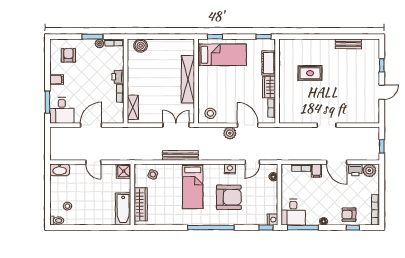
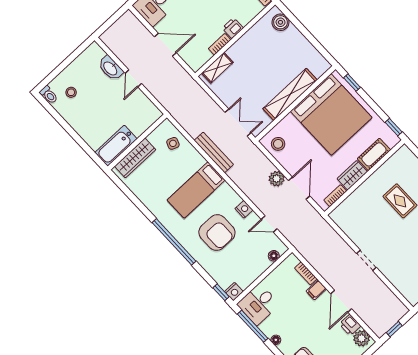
bed: (222, 55) -> (331, 114), width x2.04
washbasin: (60, 170) -> (111, 68), moved
shower: (124, 171) -> (151, 114), removed

